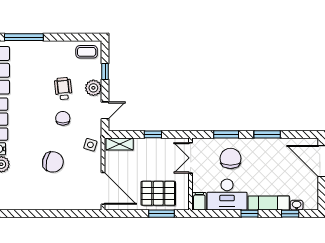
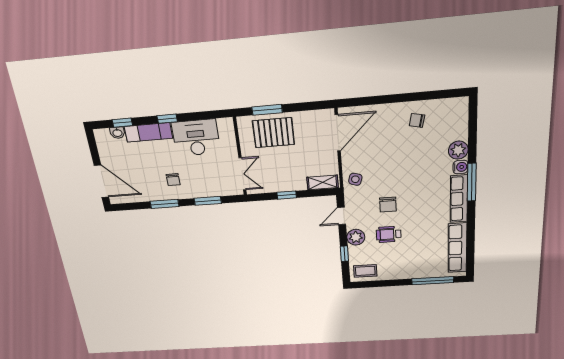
wheelchair: (63, 89) -> (389, 234), turned 96
chair: (230, 158) -> (173, 180), moved, width x0.54, depth x0.54
chair: (53, 162) -> (417, 120), moved, width x0.54, depth x0.54
door: (103, 188) -> (338, 133), swing flipped
filing cabinet: (199, 201) -> (226, 128), removed

